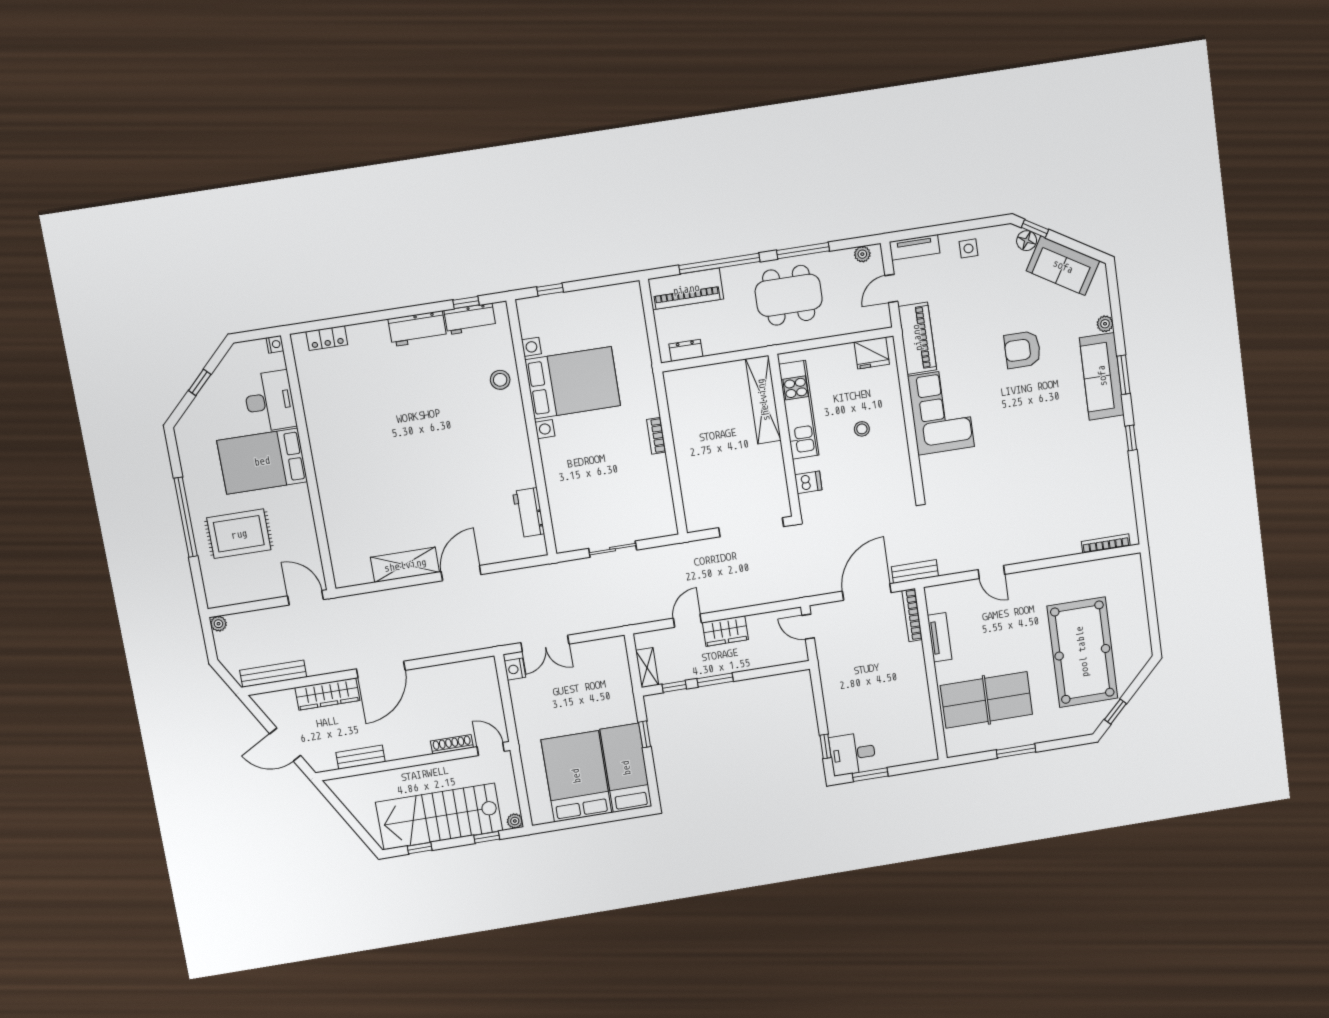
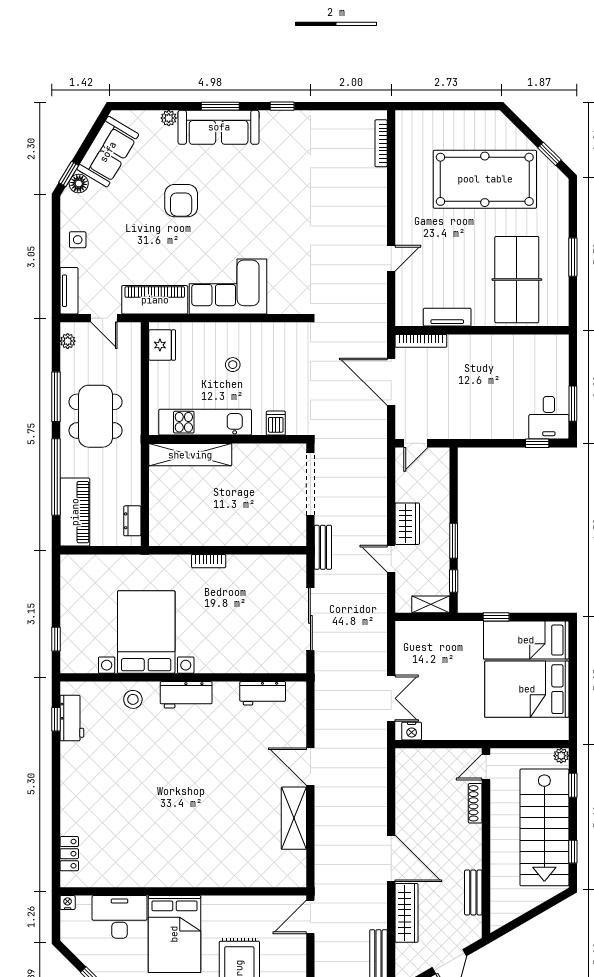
workbench: (417, 329) -> (186, 695), moved, turned 90
sliding door: (613, 549) -> (310, 619), width x1.37
bench: (915, 571) -> (323, 547), moved

